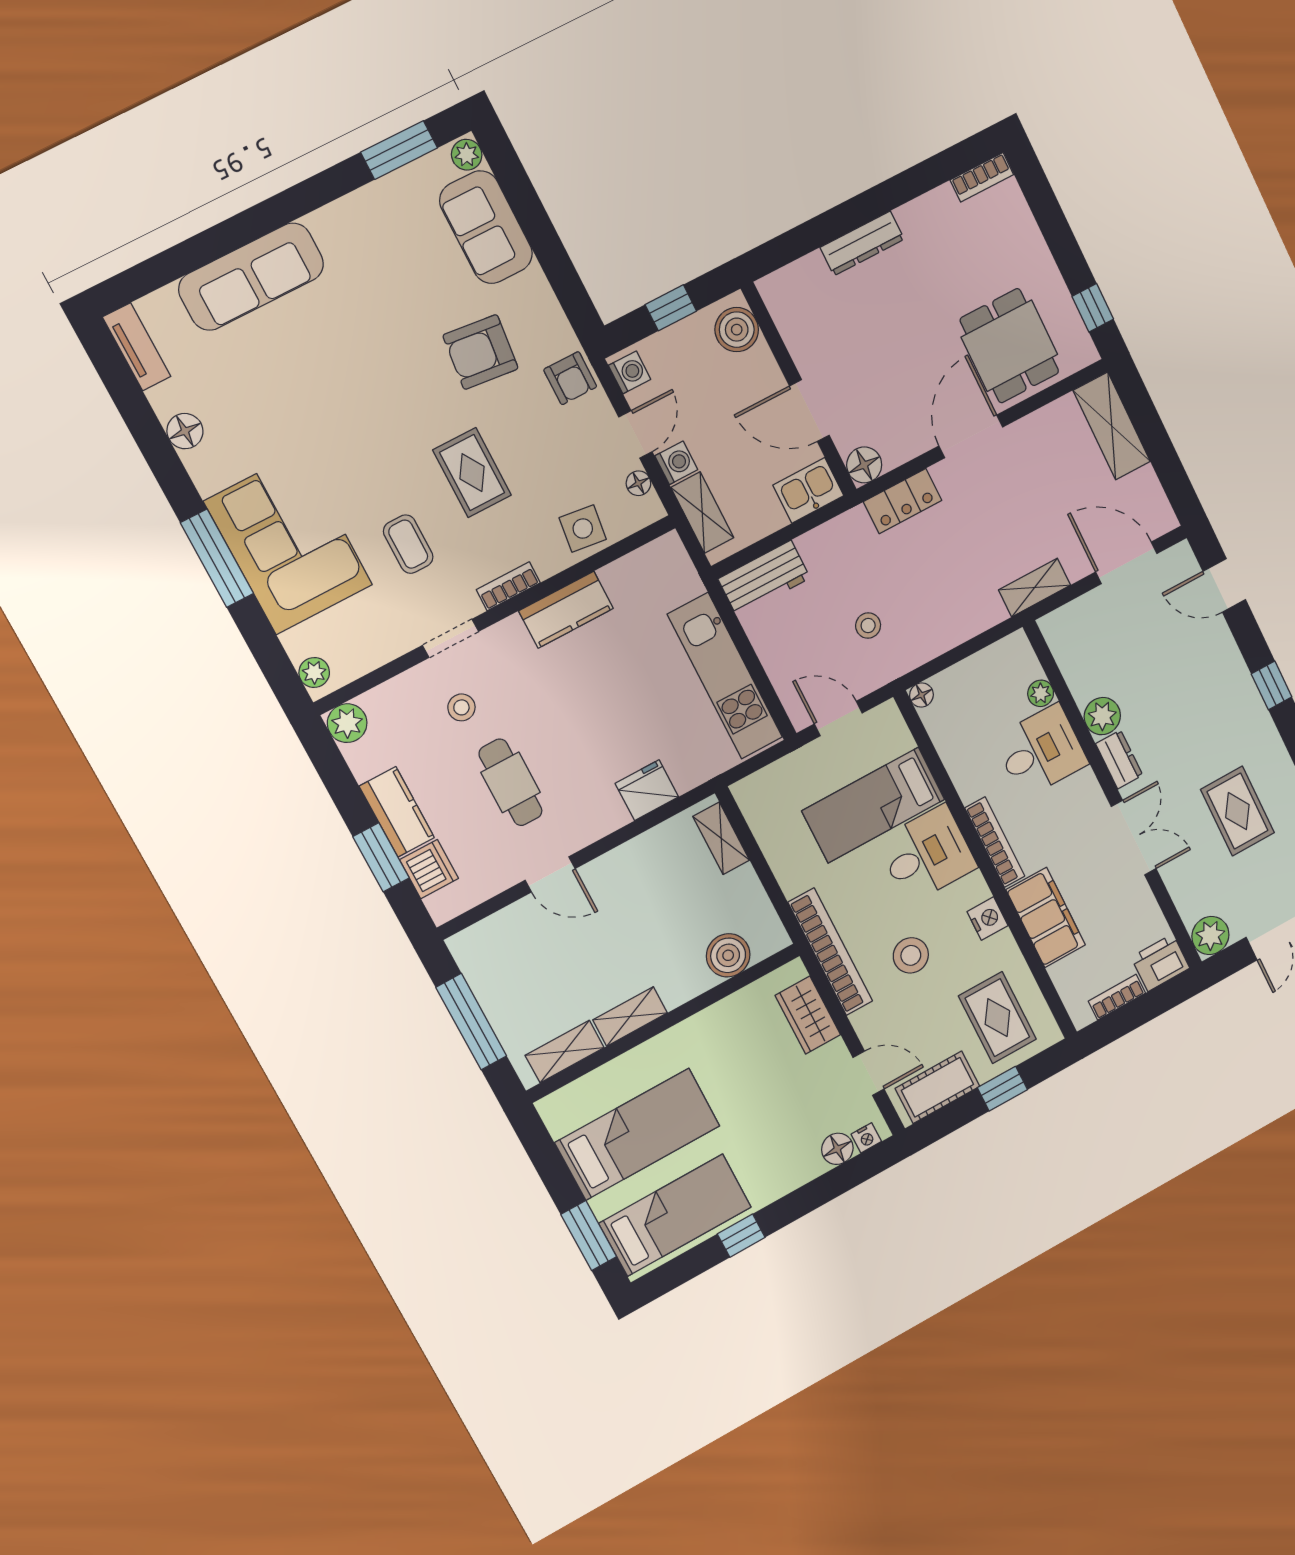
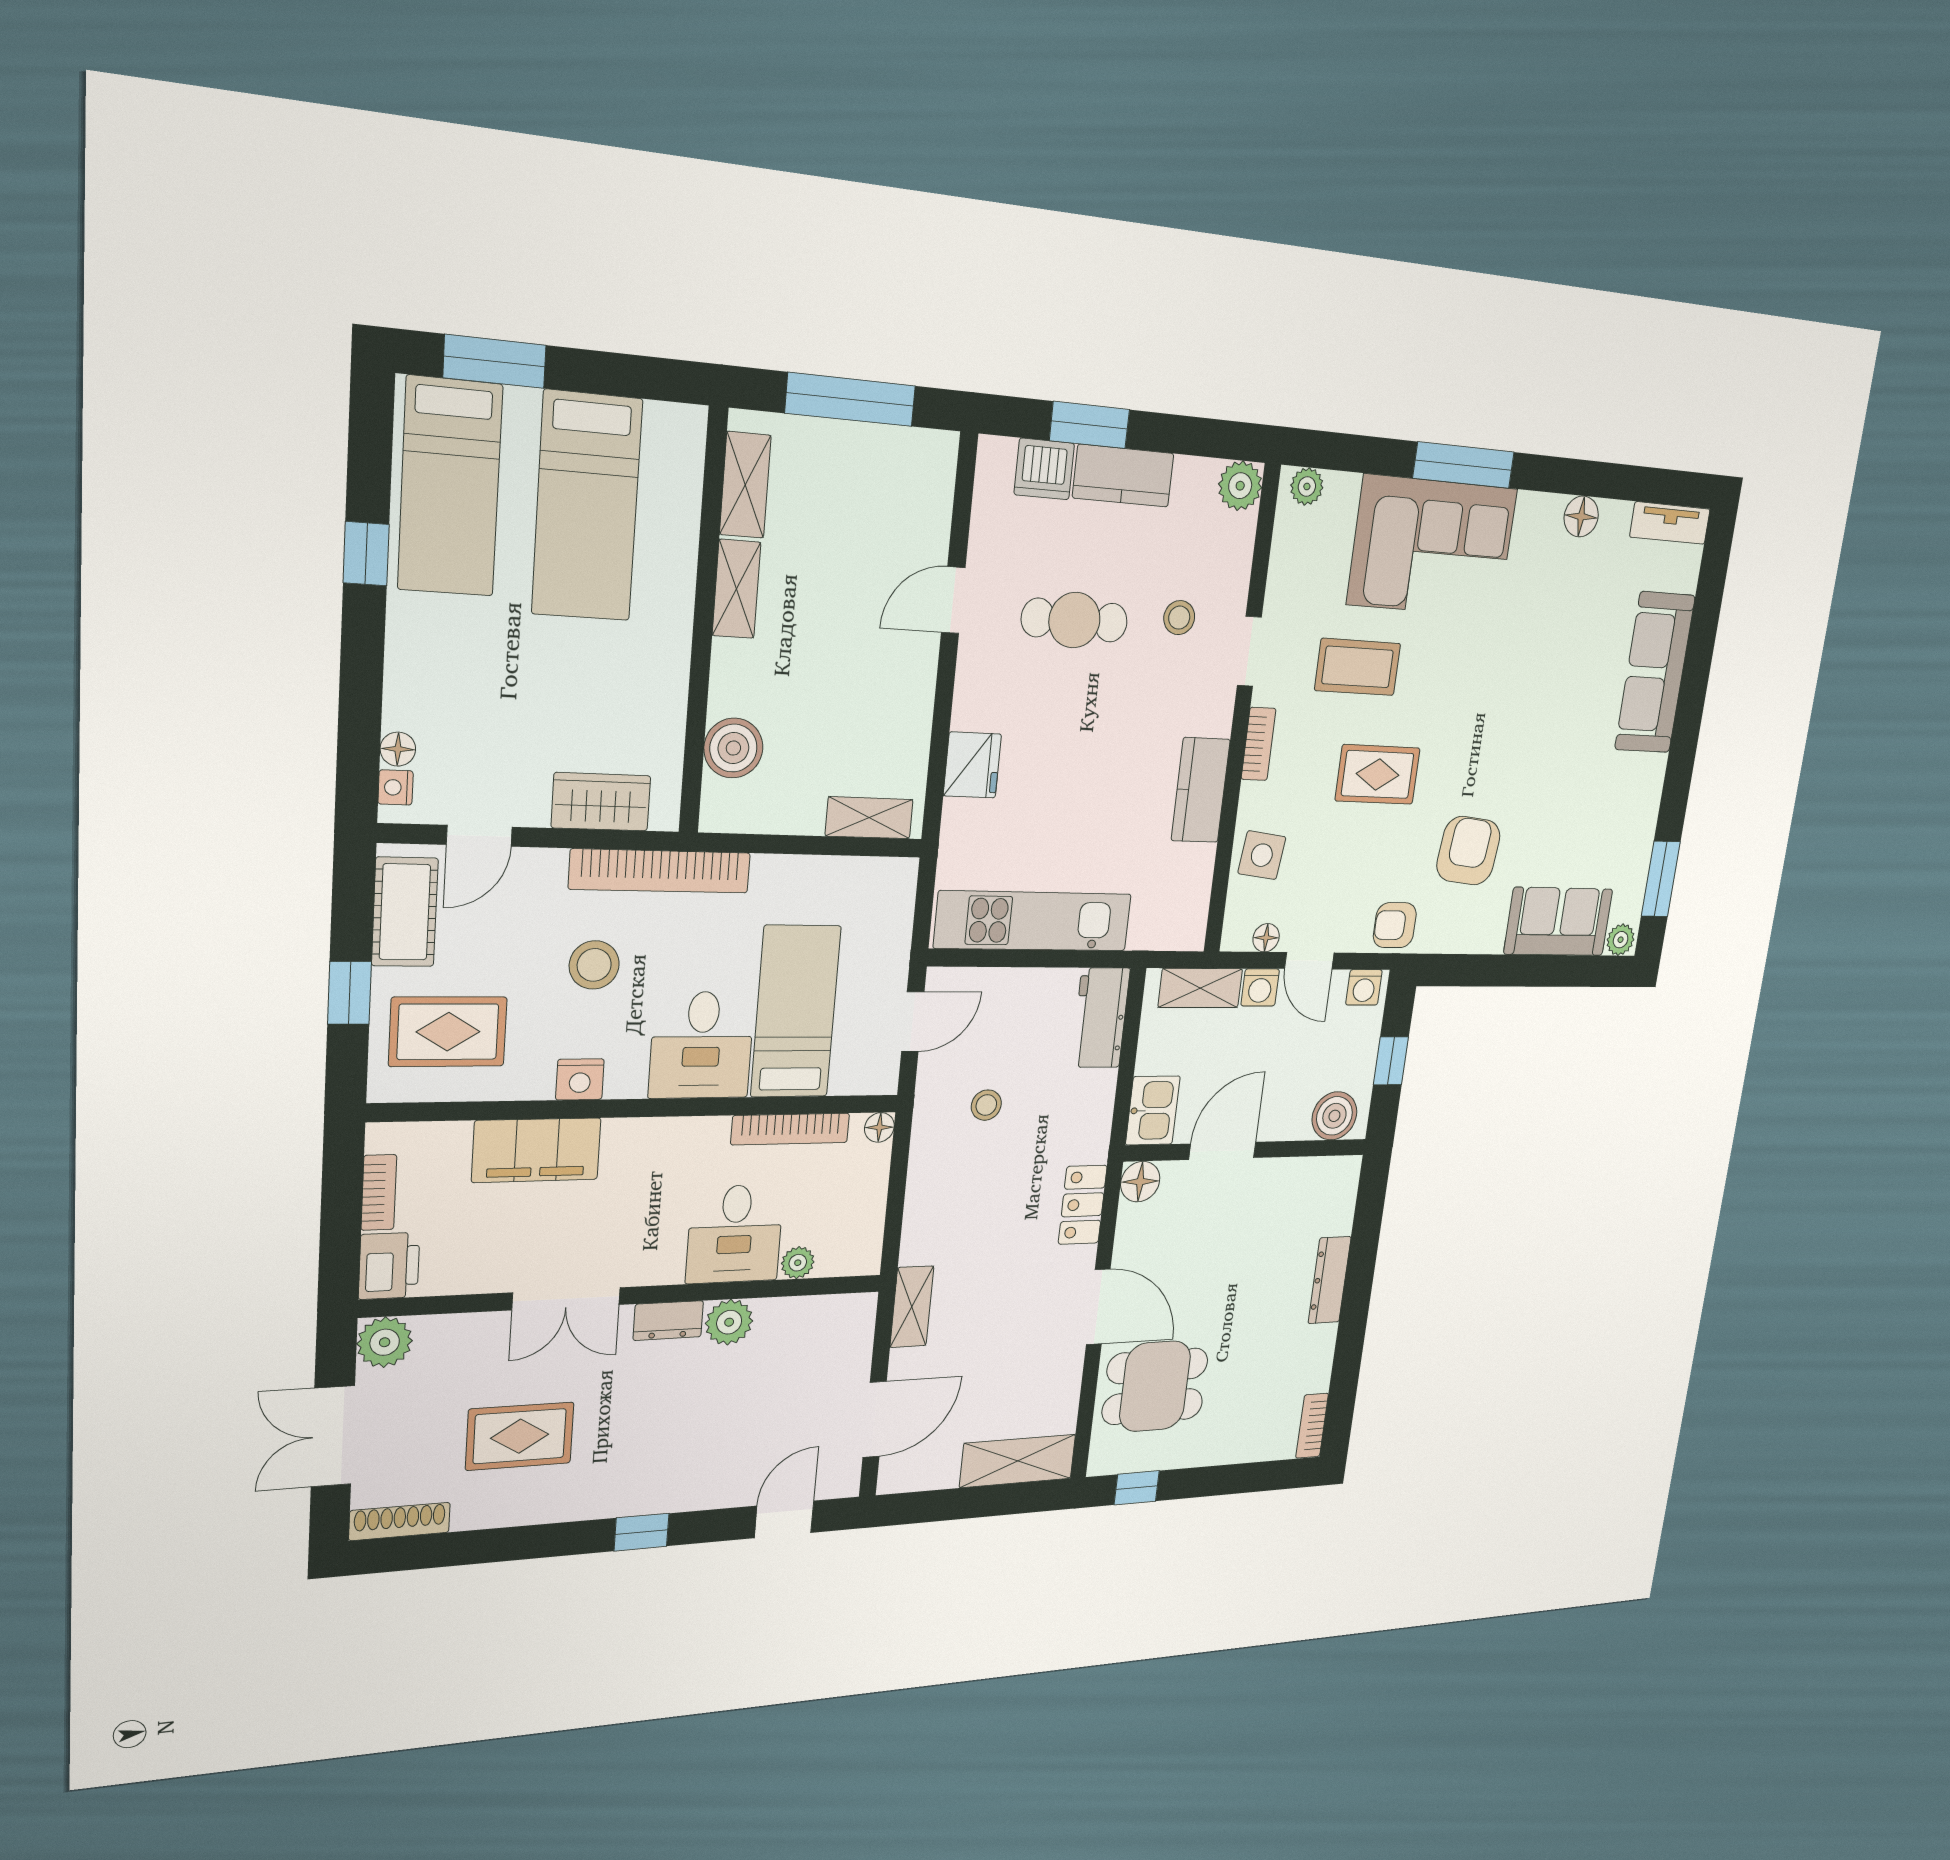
coffee table: (408, 544) -> (1358, 667), width x1.36, depth x1.30
bookcase: (995, 842) -> (790, 1129), moved
floor lamp: (837, 1149) -> (398, 749), width x0.73, depth x0.73

